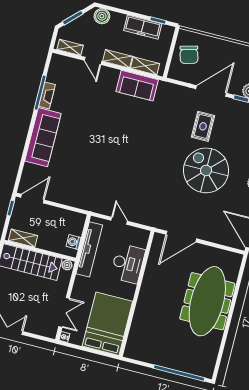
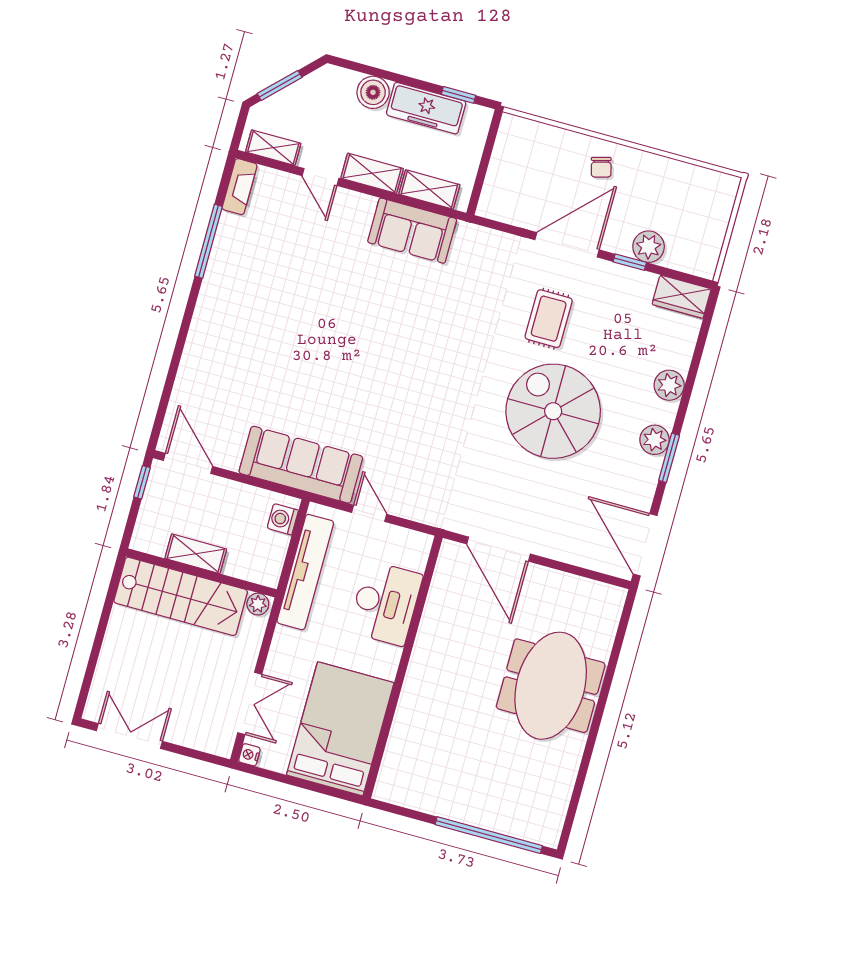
boiler: (102, 16) -> (373, 92), moved
chair: (189, 55) -> (601, 167), moved, width x0.54, depth x0.54
fireplace: (47, 95) -> (240, 187), moved
sofa: (43, 137) -> (301, 465), moved, turned -90
door: (32, 199) -> (188, 463), hinge flipped
door: (181, 237) -> (499, 549), hinge flipped
shelving: (23, 238) -> (196, 554), moved
washing machine: (74, 242) -> (283, 519), moved
meeting table: (207, 301) -> (551, 686), width x0.73

